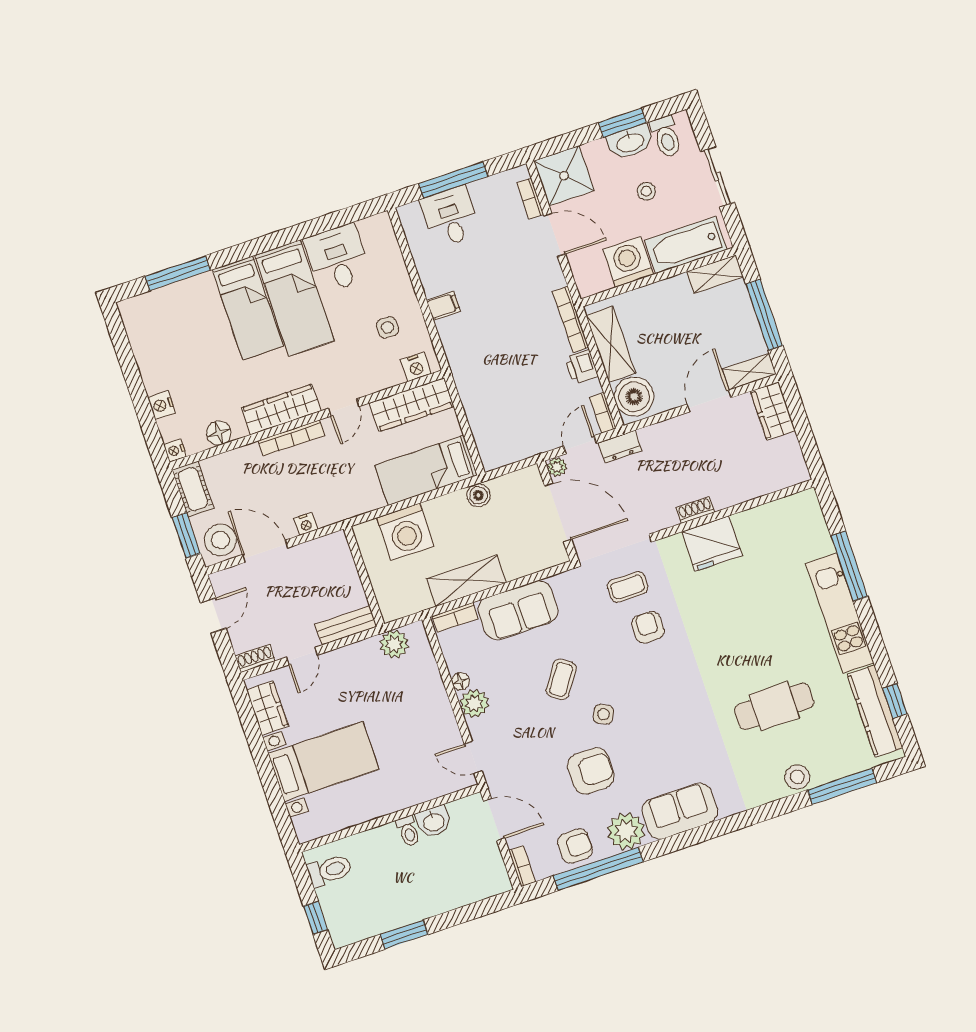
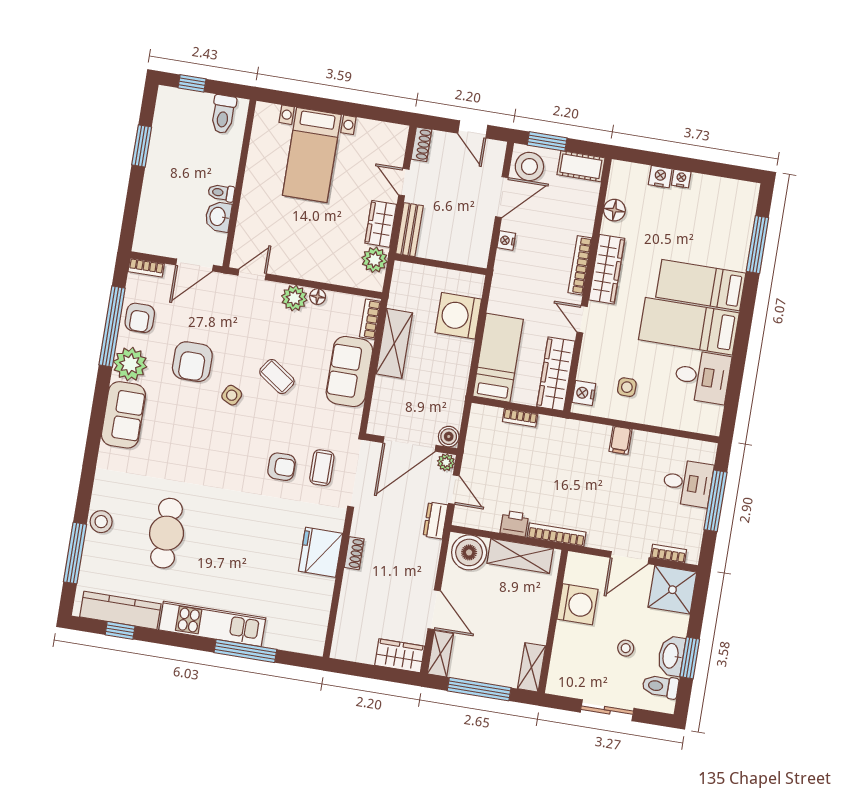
bathtub: (686, 245) -> (567, 657), removed
bookcase: (603, 413) -> (520, 418), moved, turned 180
nightstand: (175, 450) -> (681, 179), moved
boiler: (478, 495) -> (449, 437), moved
wardrobe: (267, 708) -> (381, 224), moved, turned 90

